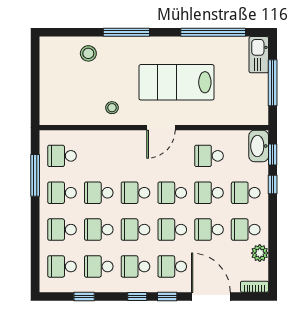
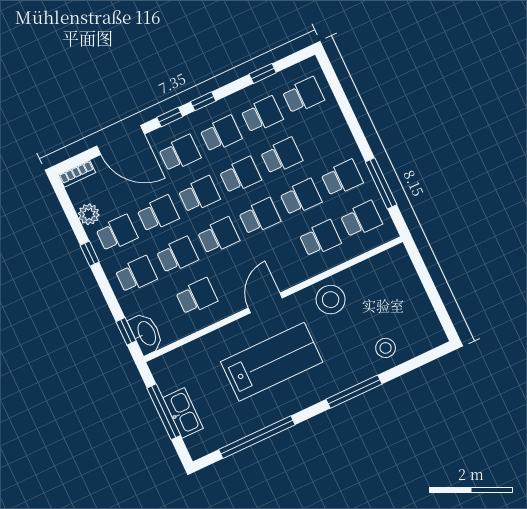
kitchen sink: (259, 55) -> (183, 413), moved
stool: (112, 108) -> (331, 300), width x1.89, depth x1.89
window: (273, 184) -> (90, 254), moved
school desk: (62, 230) -> (320, 239), moved

